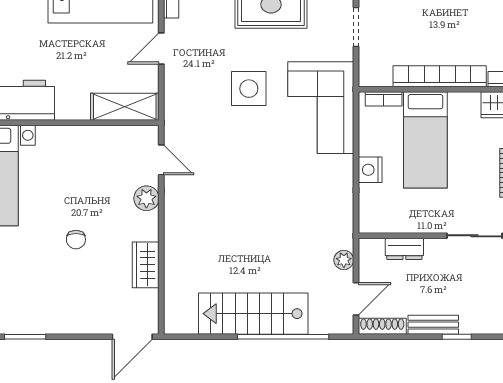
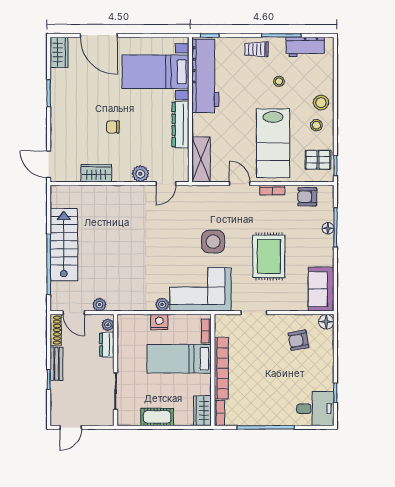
dresser: (72, 138) -> (180, 125), added
plant: (344, 165) -> (162, 304), added
plant: (374, 247) -> (108, 325), added

